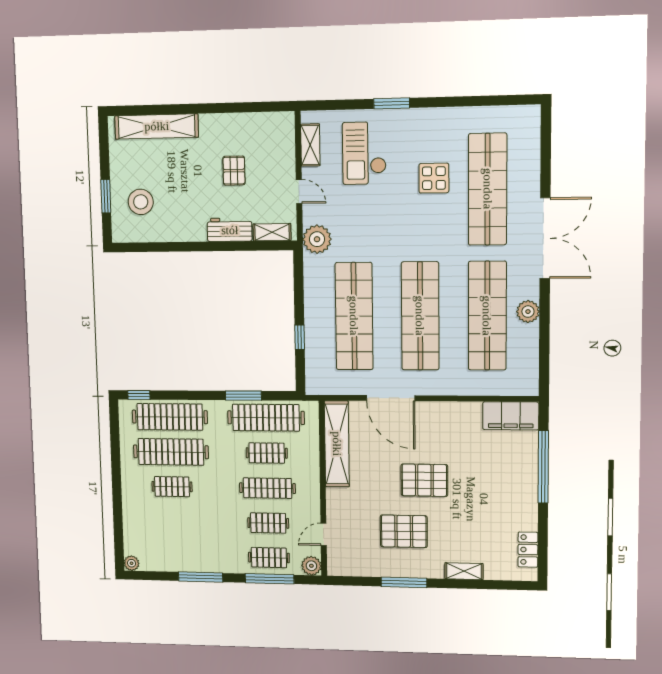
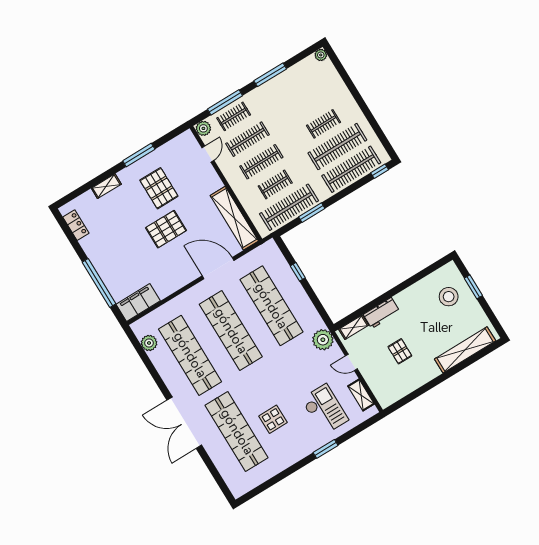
plant: (528, 312) -> (149, 343), moved
clothes rail: (268, 523) -> (247, 139), width x1.36
pallet: (404, 531) -> (159, 188), turned 90

